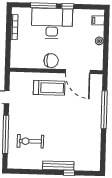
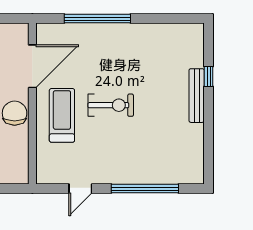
exercise bike: (30, 141) -> (111, 105), moved, turned -90

